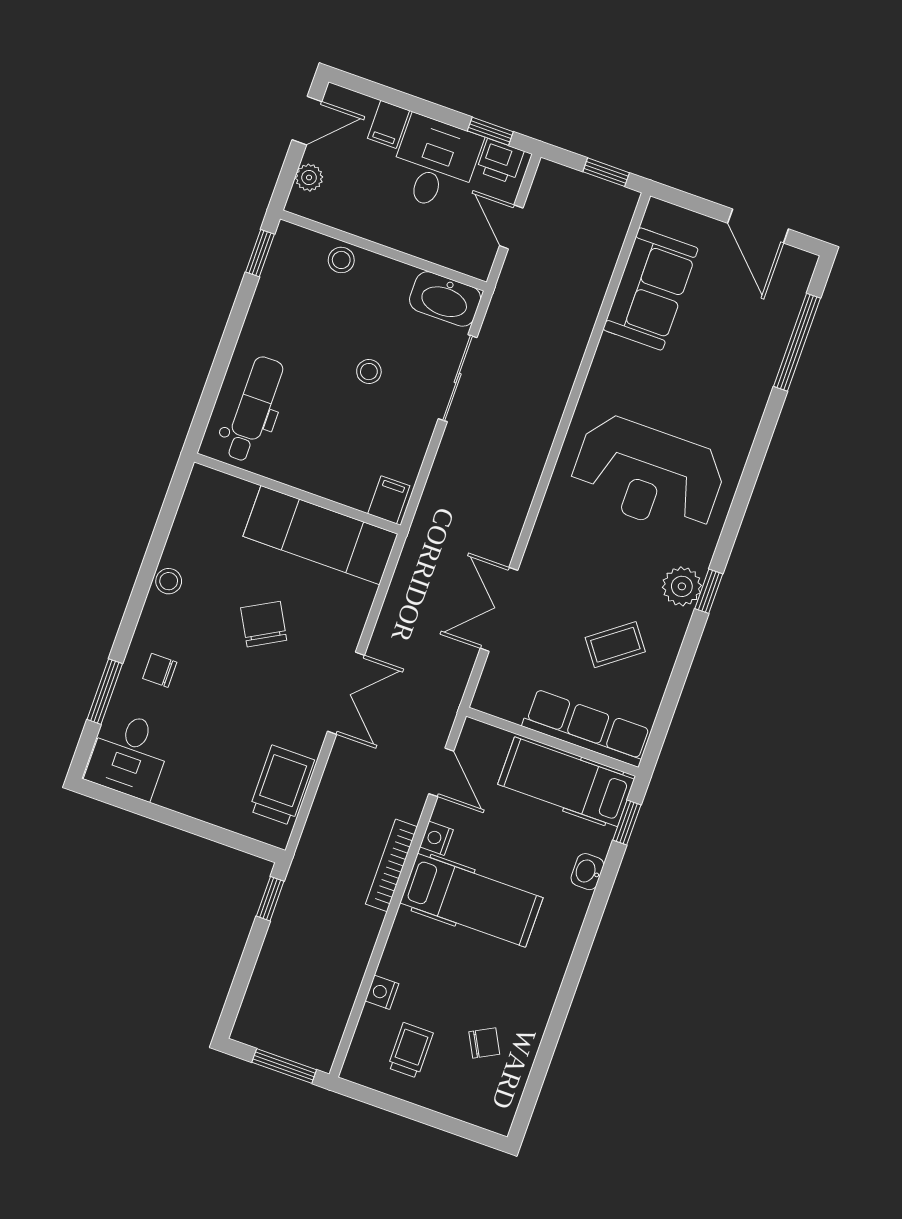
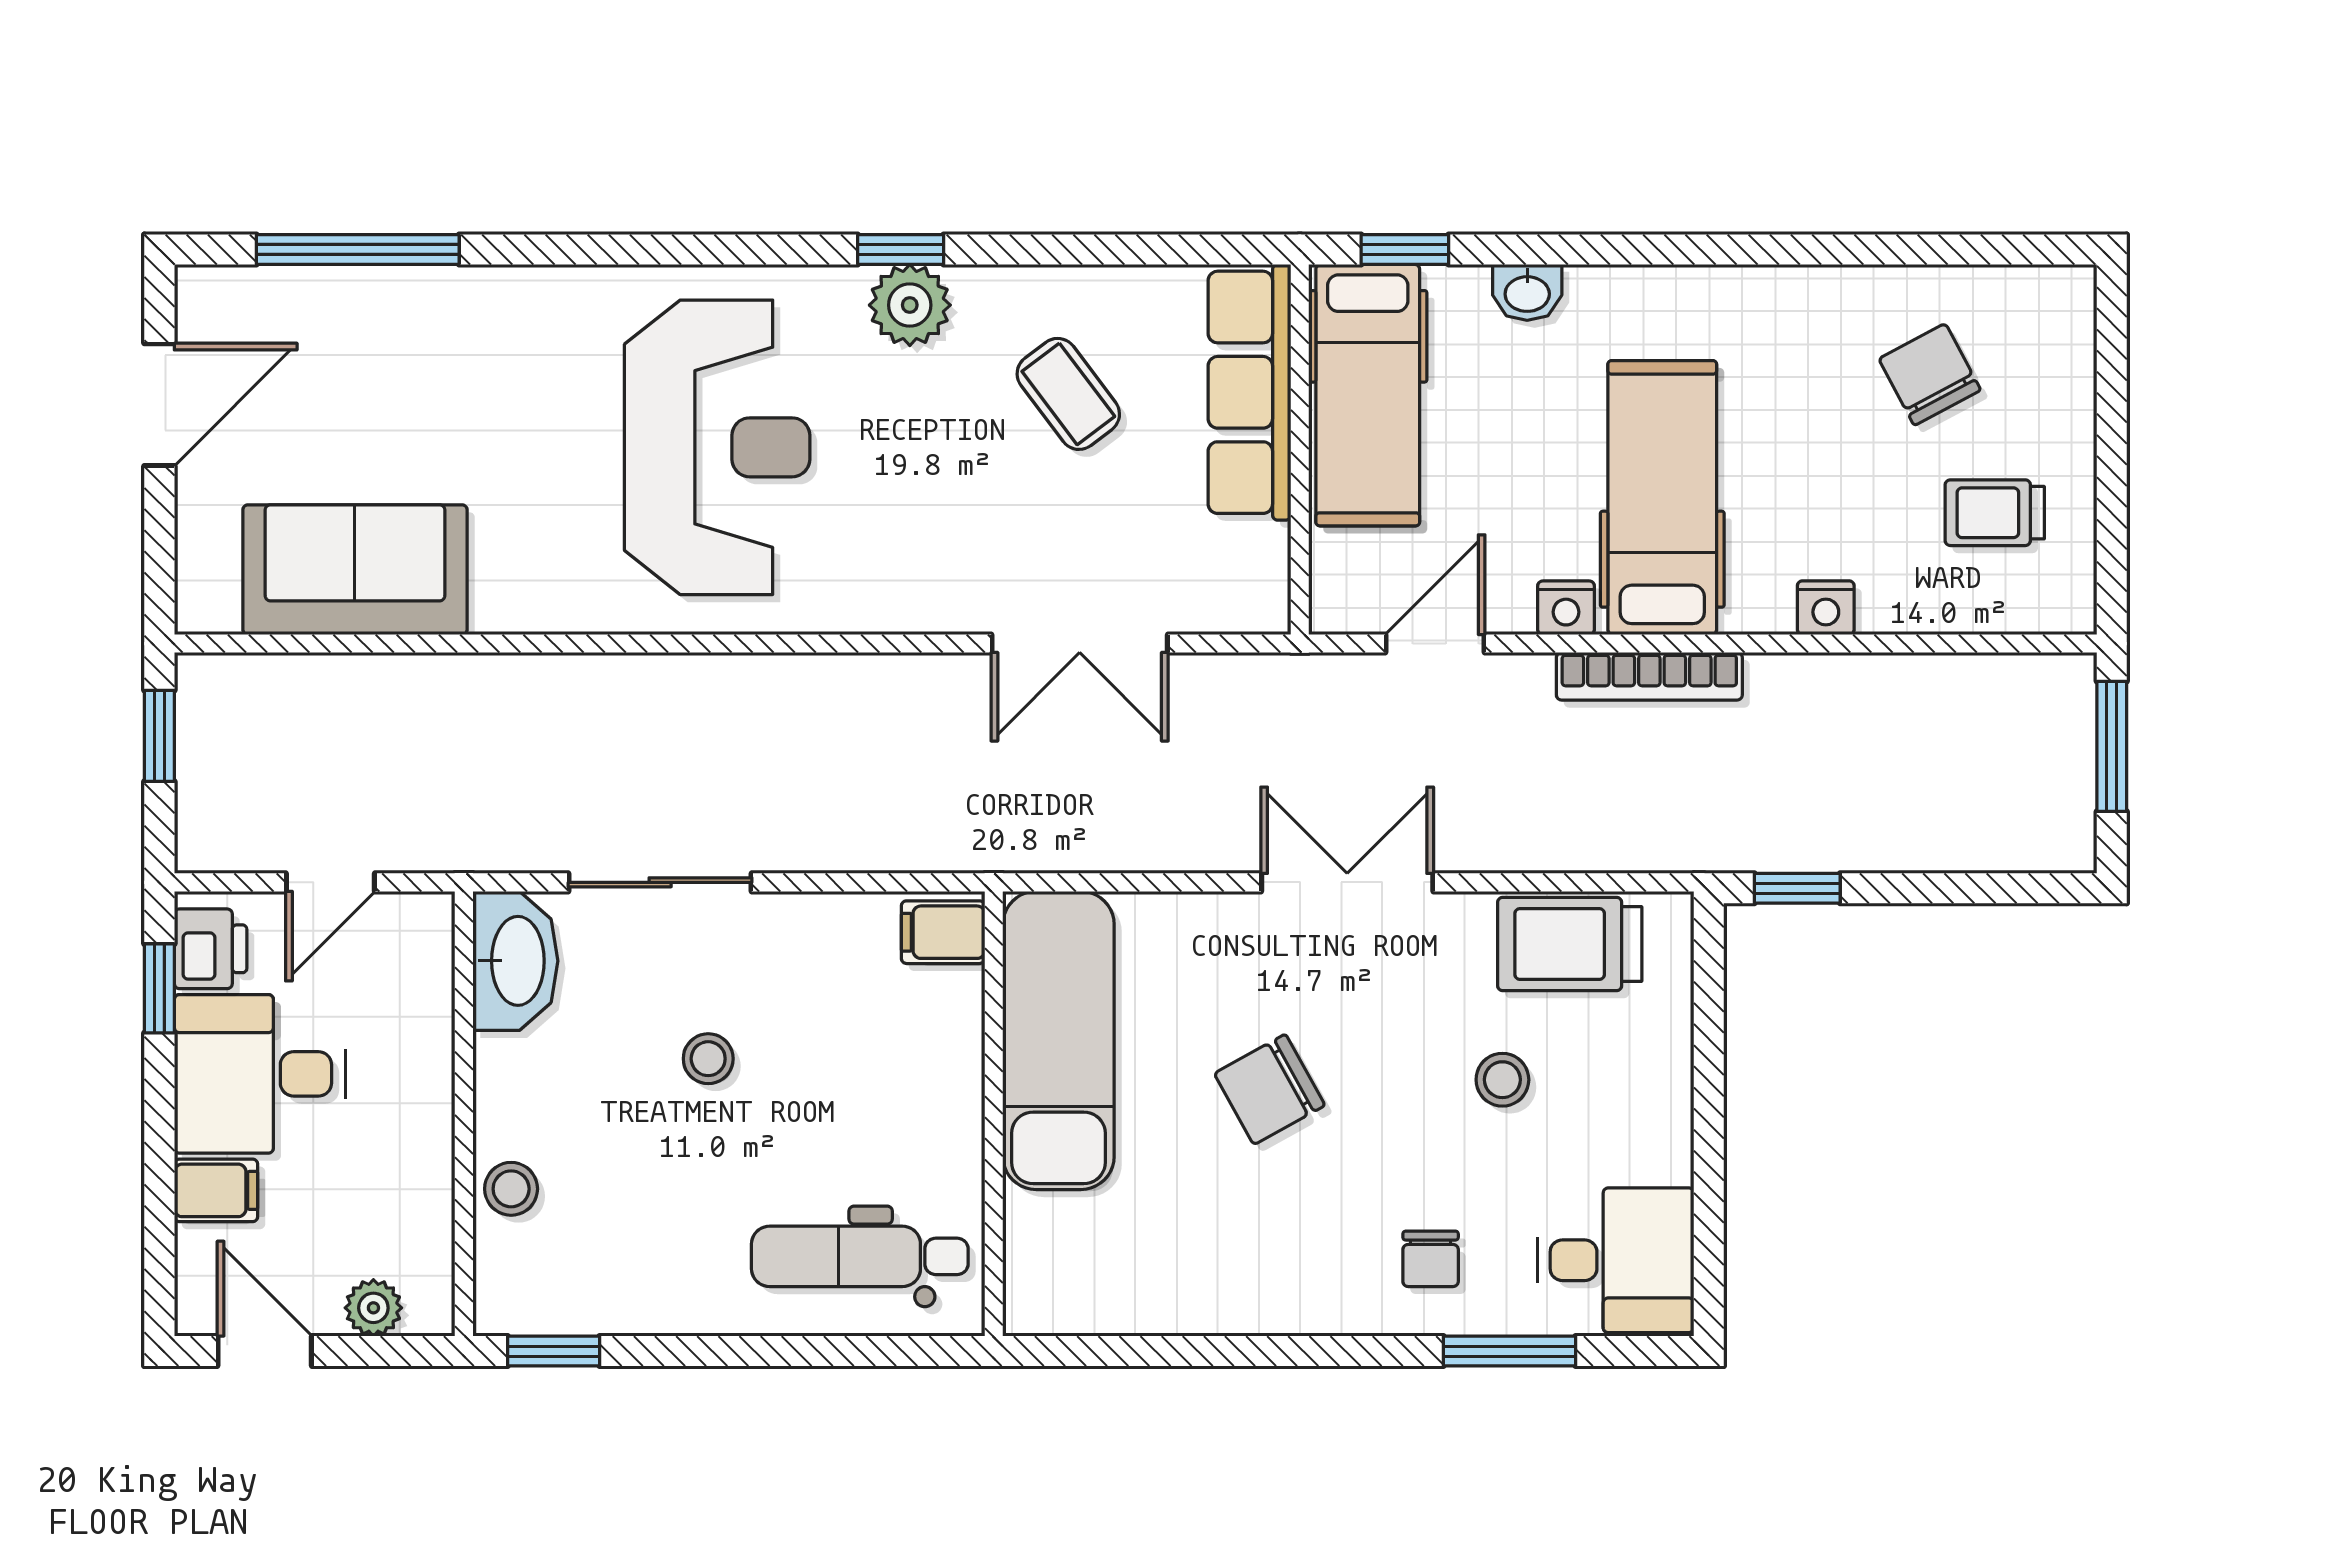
stool: (169, 581) -> (1502, 1080), moved
nightstand: (382, 992) -> (1826, 608), moved
chair: (484, 1043) -> (1930, 374), width x1.37, depth x1.37

